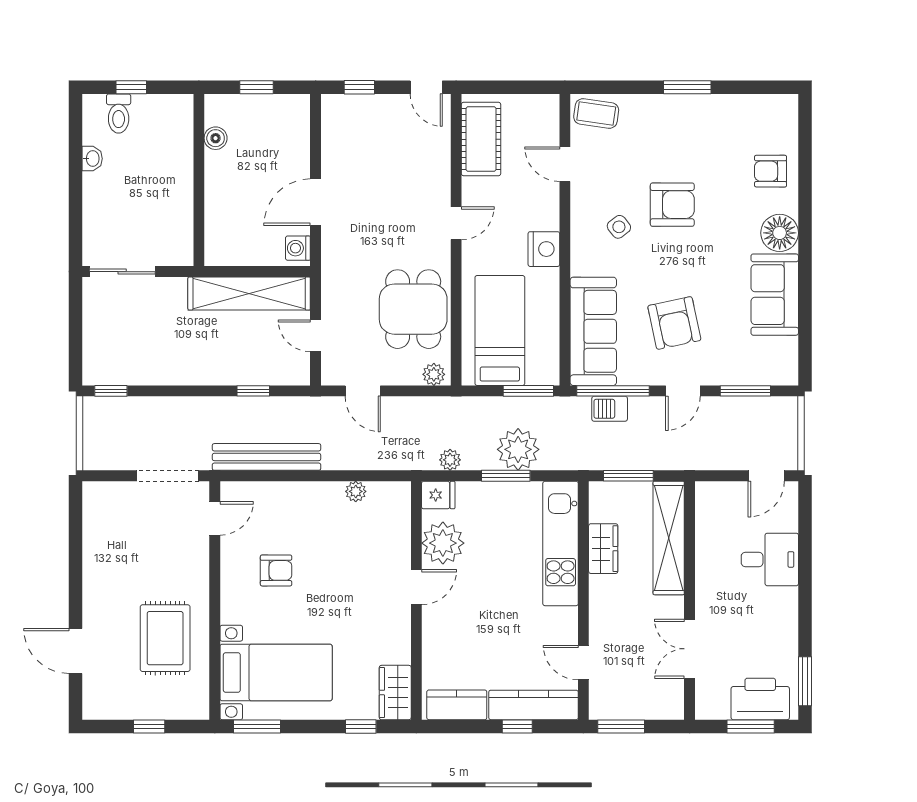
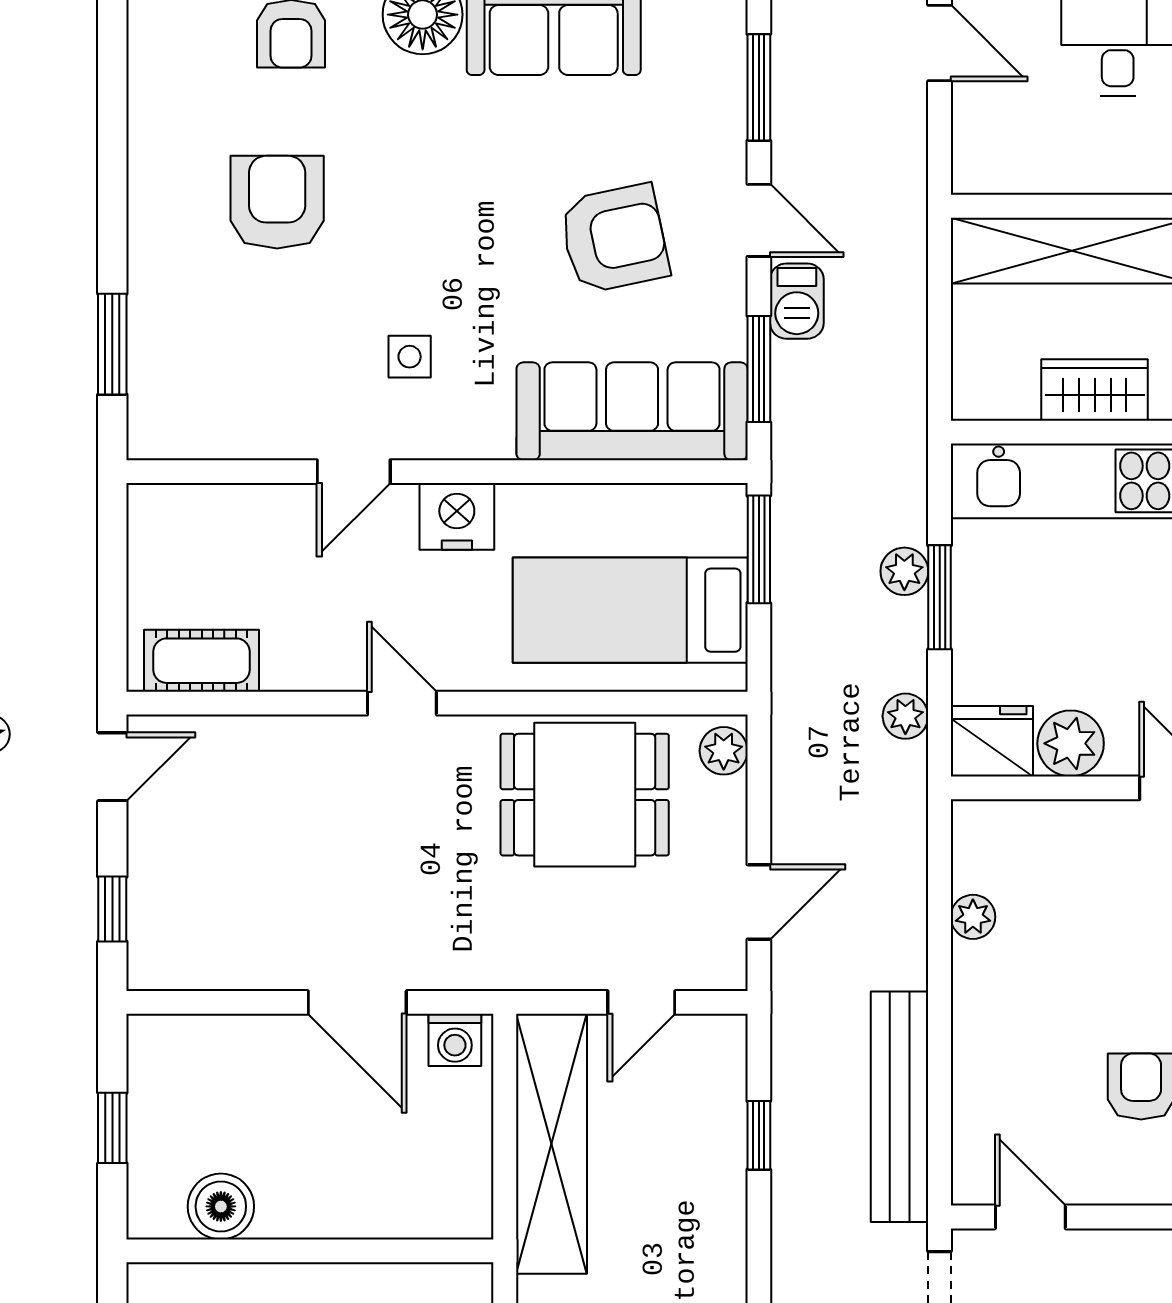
window: (687, 87) -> (112, 344), moved
coffee table: (596, 113) -> (168, 405), removed
boiler: (216, 138) -> (221, 1206), width x1.36, depth x1.36
cot: (481, 139) -> (202, 661), width x0.73, depth x0.75
door: (565, 164) -> (354, 472), moved
armchair: (672, 205) -> (277, 202), moved
side table: (619, 227) -> (410, 357), turned 38
window: (613, 391) -> (759, 369), width x0.69
barbecue: (610, 409) -> (797, 301), moved
plant: (518, 449) -> (904, 571), width x0.53, depth x0.53
window: (628, 476) -> (940, 336), removed
fridge: (438, 495) -> (992, 741), width x1.38
plant: (443, 543) -> (1071, 743), width x0.73, depth x0.73

